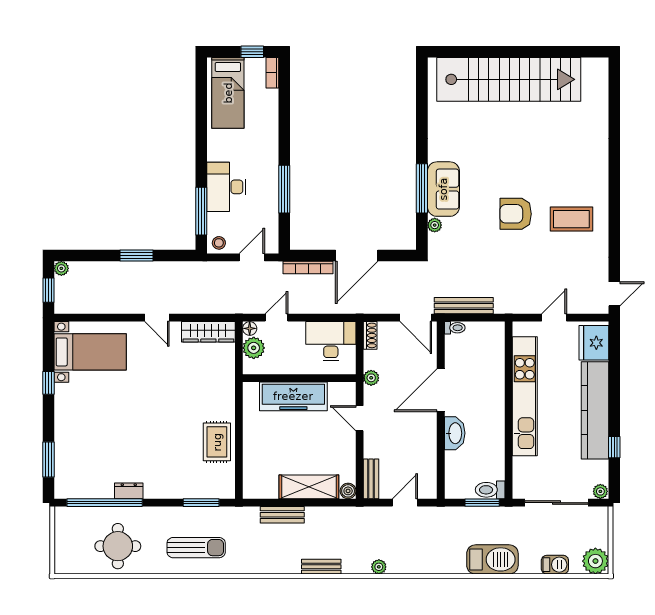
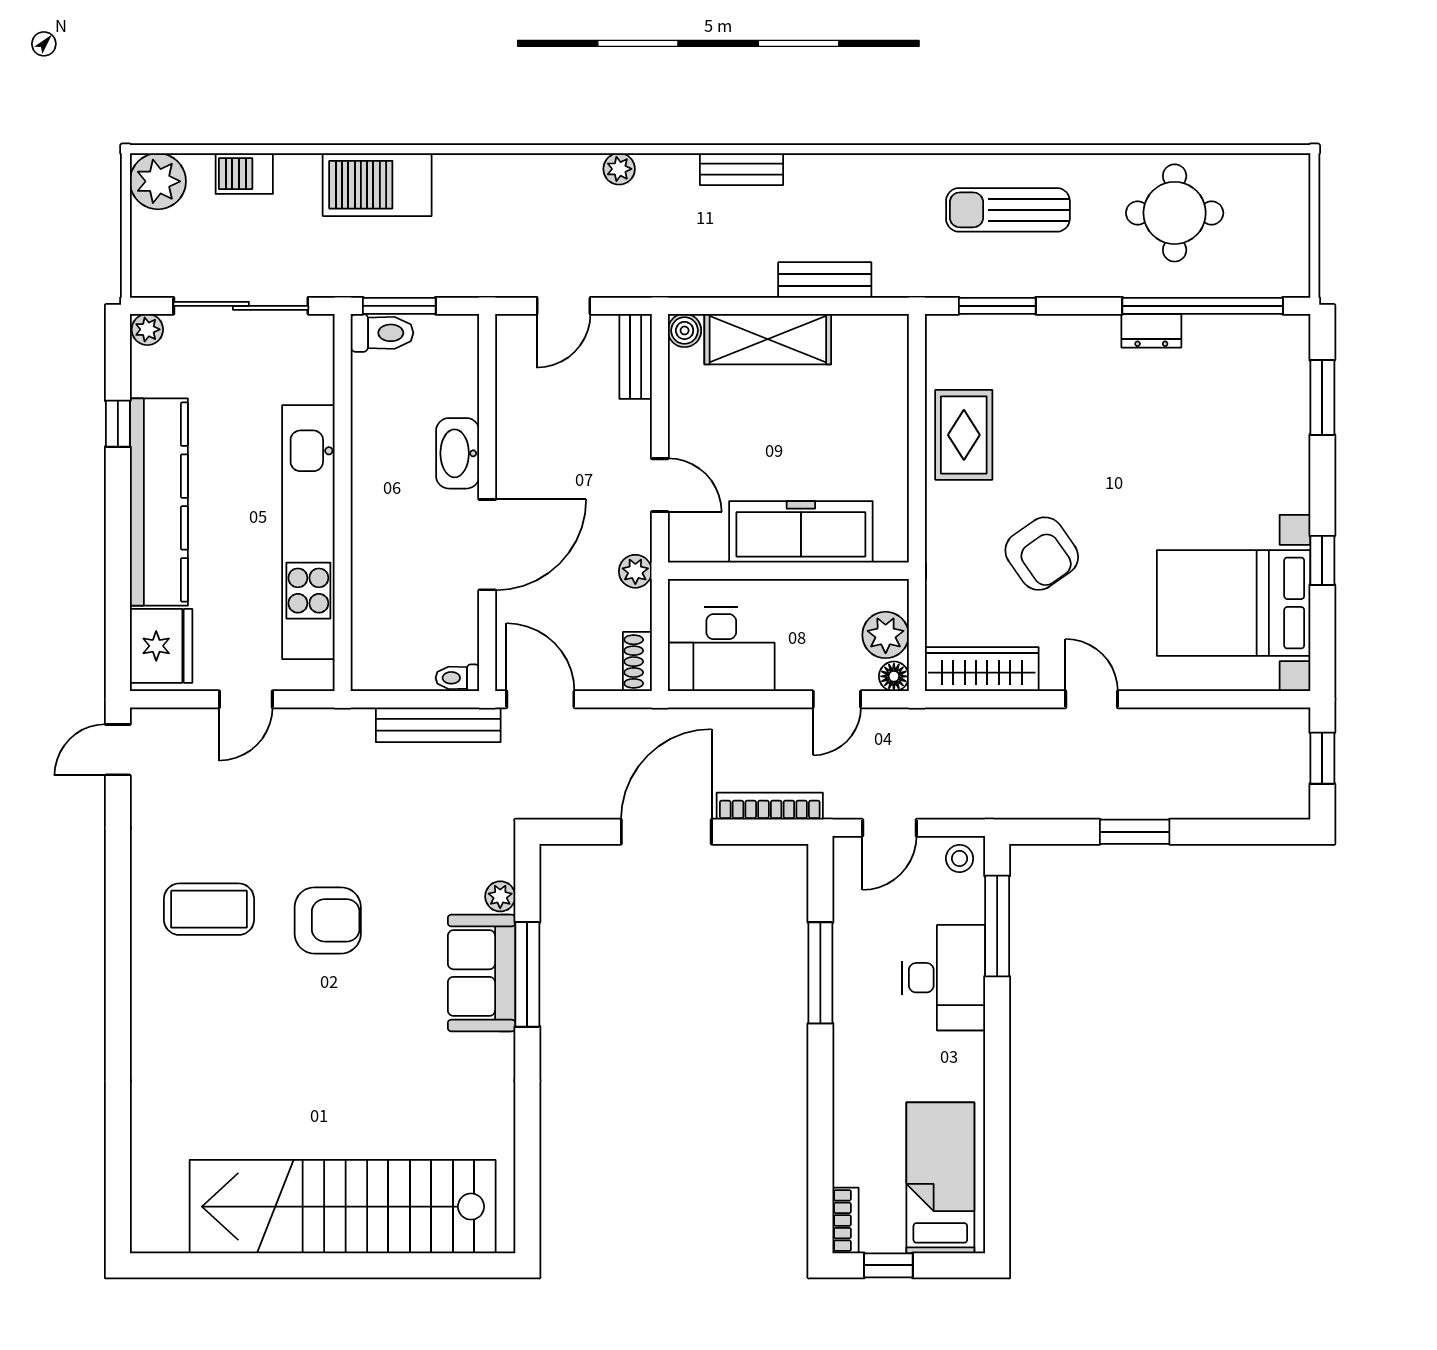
plant: (61, 268) -> (1295, 804), removed
bed with nightstands: (90, 352) -> (1234, 603), width x1.36
armchair: (180, 386) -> (1042, 554), added

